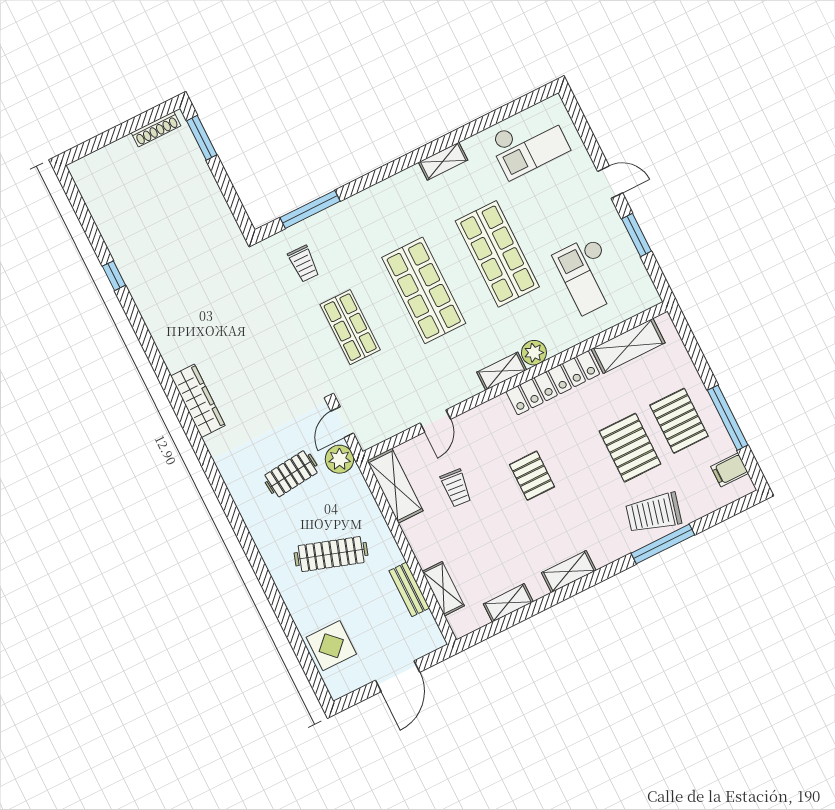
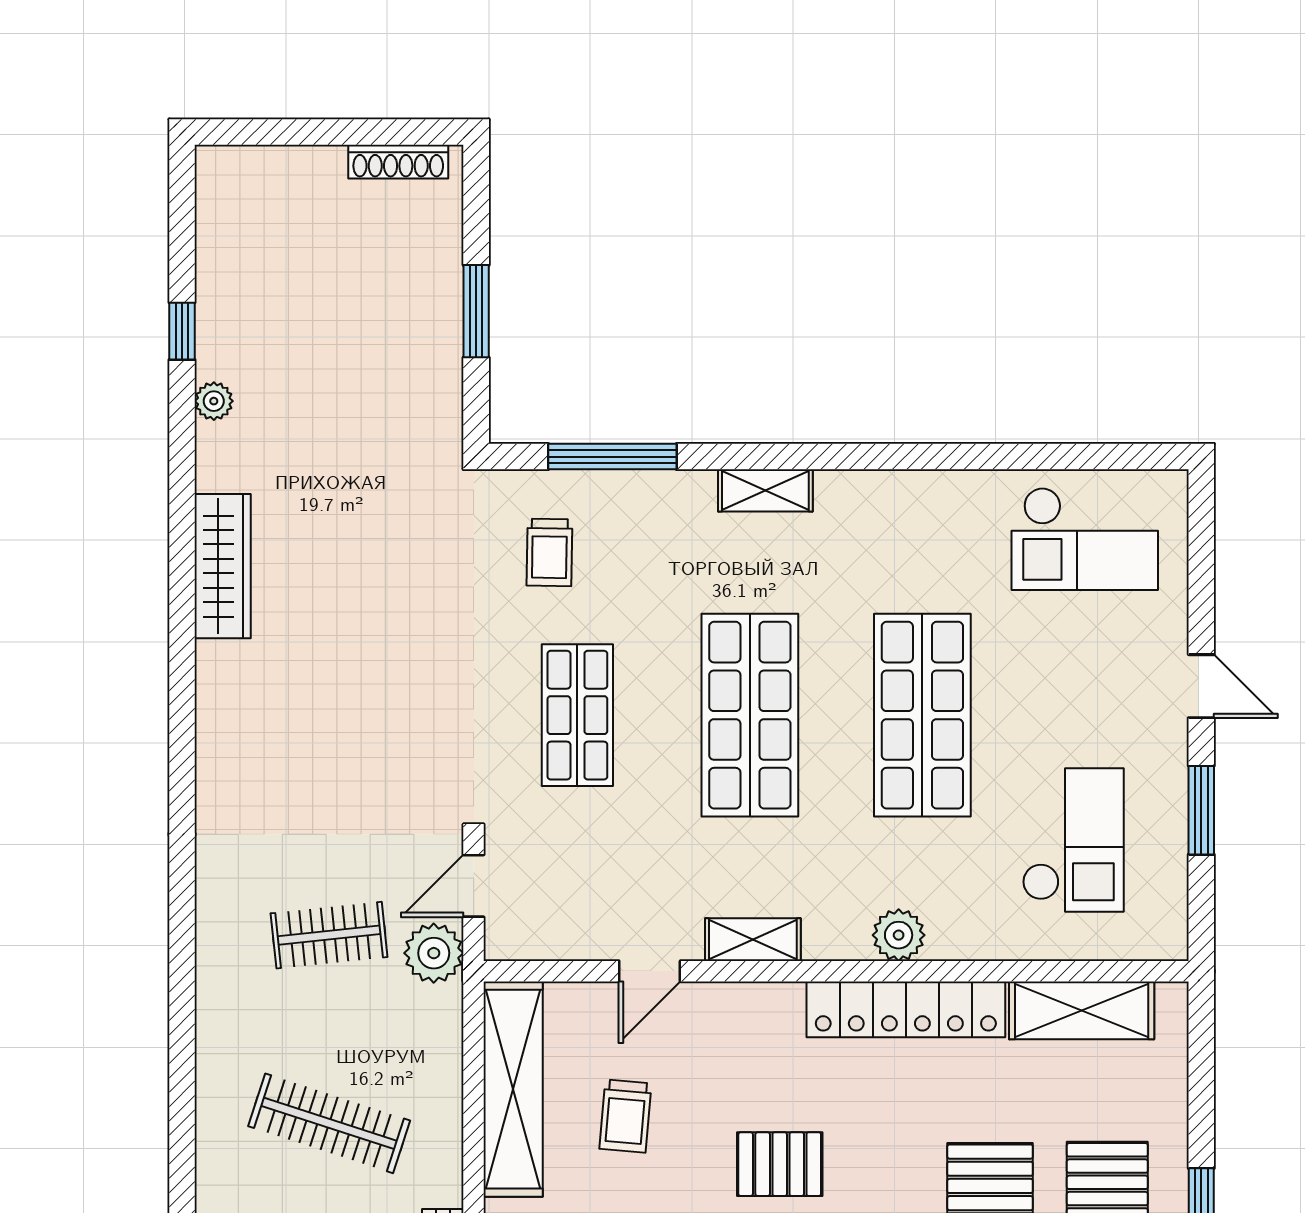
window: (202, 138) -> (476, 311), moved
shelving: (443, 161) -> (765, 490), moved
plant: (128, 271) -> (214, 401), added
checkout: (588, 275) -> (1073, 840), turned 180
window: (114, 276) -> (182, 331), moved
shelving: (502, 371) -> (753, 940), moved
wardrobe: (198, 401) -> (223, 566), moved
pallet: (532, 476) -> (780, 1164), turned 90
shelving: (395, 486) -> (513, 1089), width x1.47

